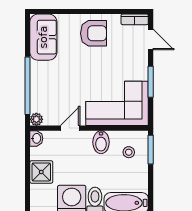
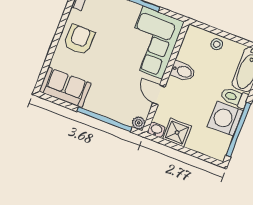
window: (151, 150) -> (207, 28), removed
stool: (129, 152) -> (217, 44), moved
shower: (41, 172) -> (177, 132), moved

